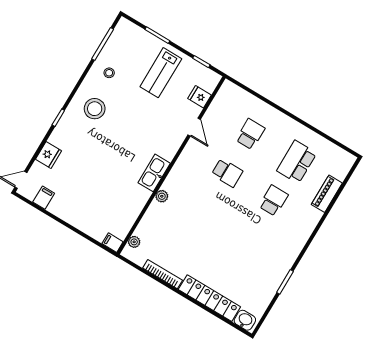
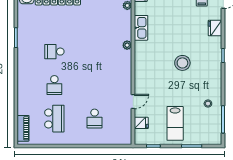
lab bench: (161, 73) -> (175, 123), turned 180
stool: (95, 109) -> (182, 63), moved
door: (194, 127) -> (133, 101), swing flipped
kitchen sink: (154, 173) -> (141, 28), moved
school desk: (227, 173) -> (54, 52), moved
piano: (327, 194) -> (23, 128), moved

